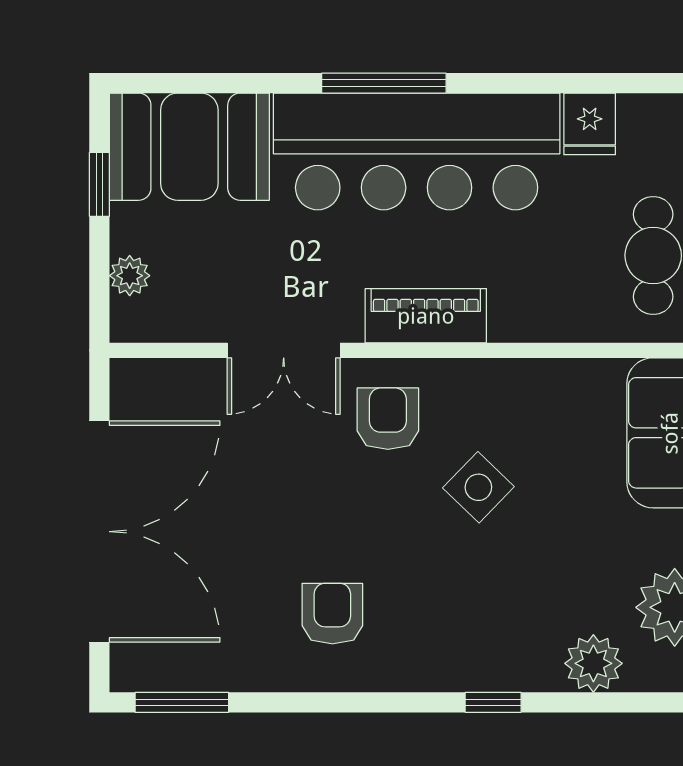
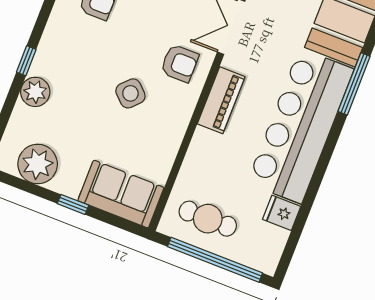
window: (384, 83) -> (354, 84), moved
plant: (593, 663) -> (35, 92), moved

